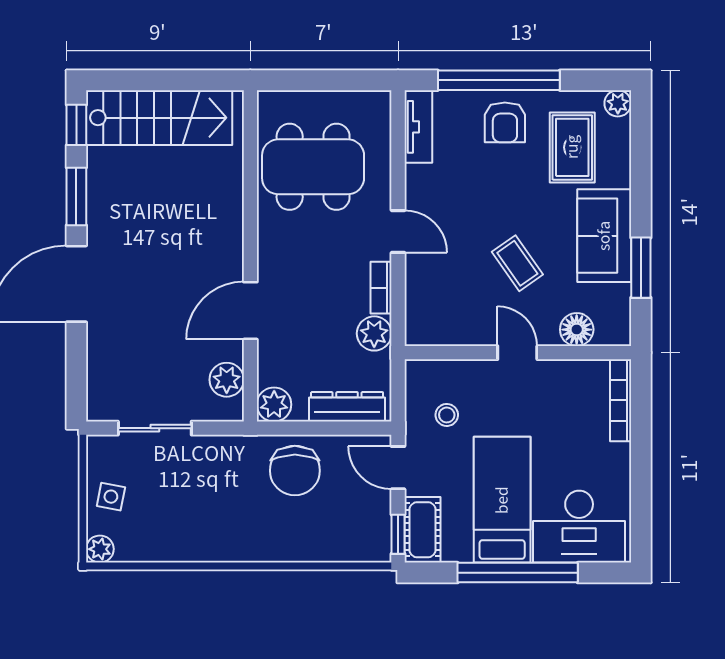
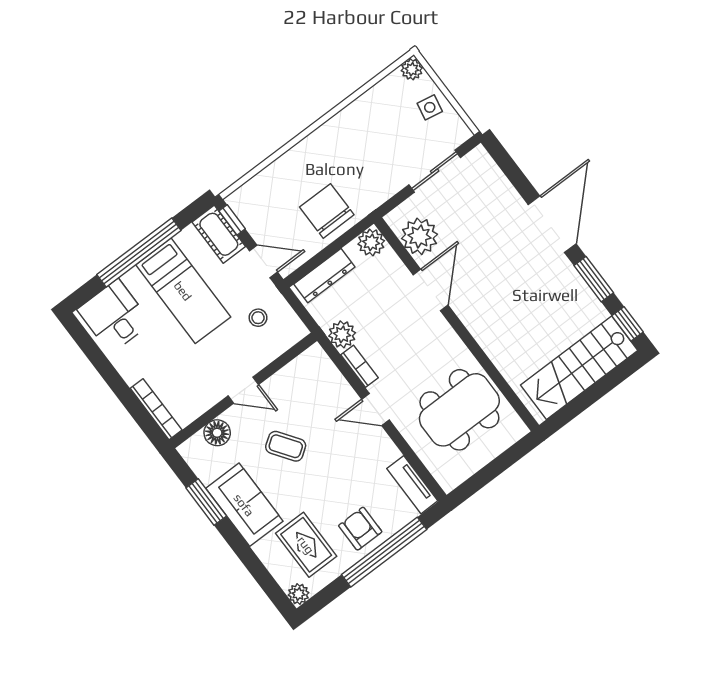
plant: (227, 380) -> (419, 236), width x1.36, depth x1.36
desk: (579, 527) -> (114, 316), width x0.73

